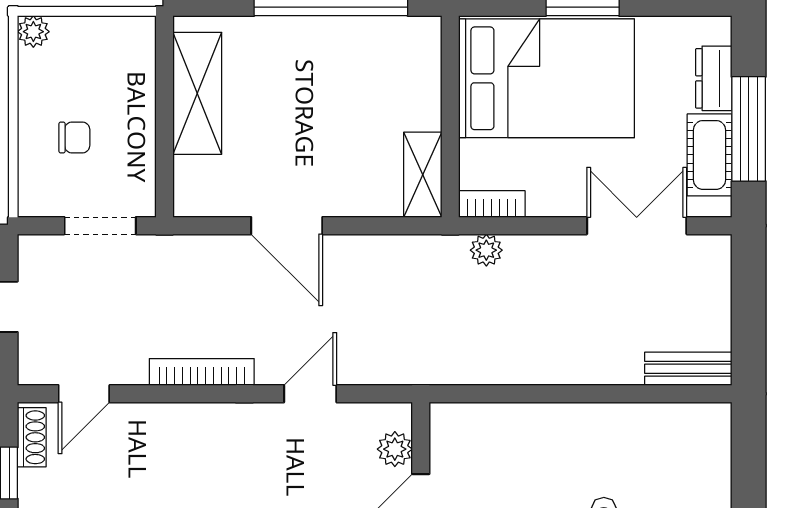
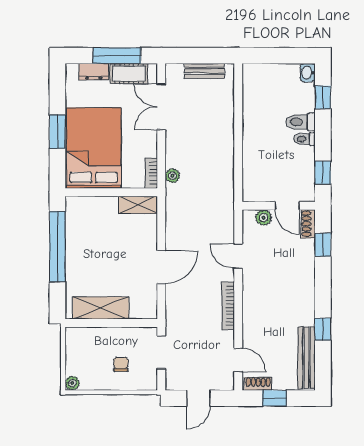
bench: (688, 369) -> (204, 71), moved, turned 90

